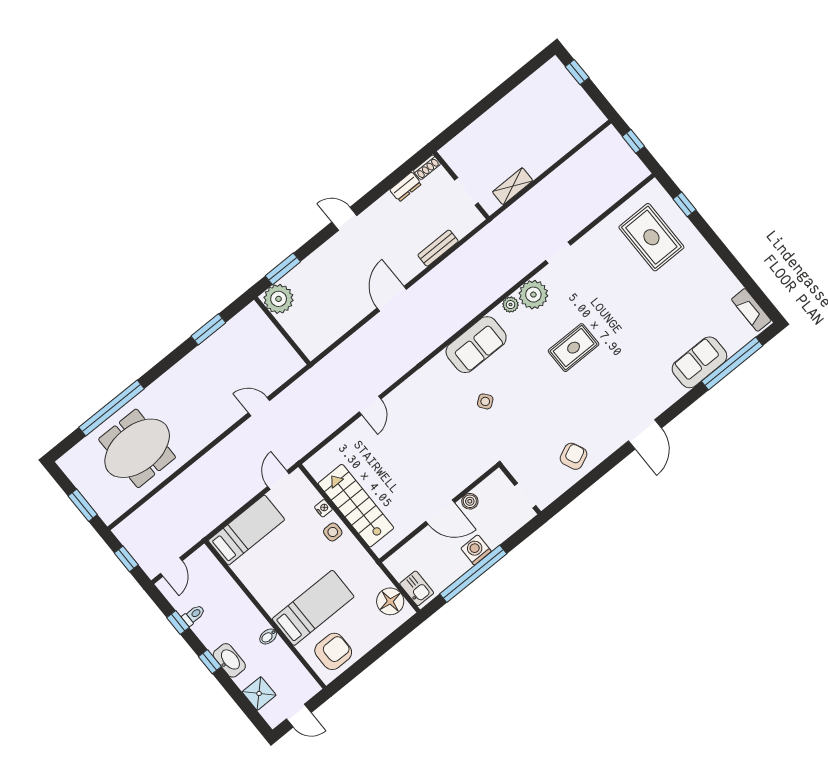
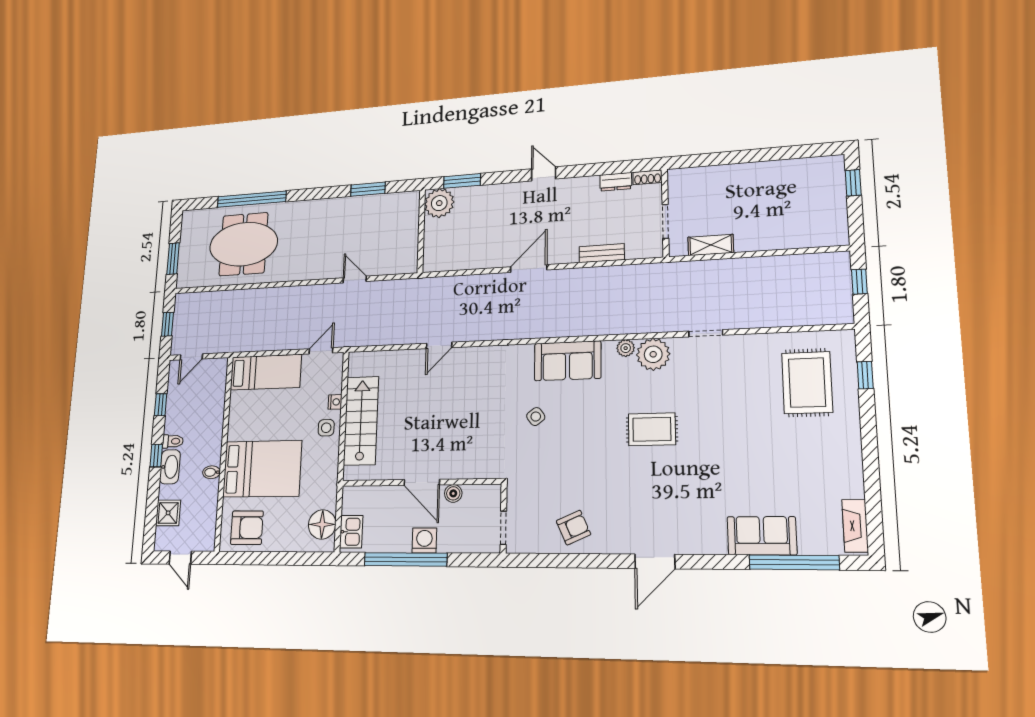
bed: (313, 608) -> (262, 469), width x1.50
toilet: (194, 615) -> (173, 441), moved

